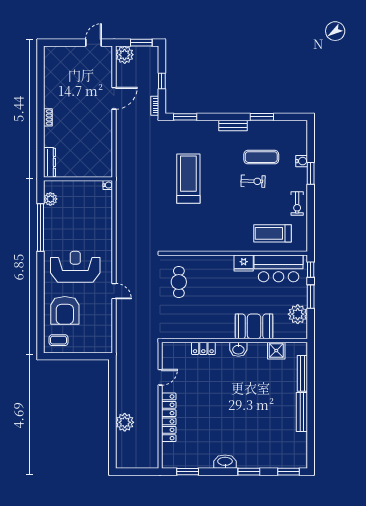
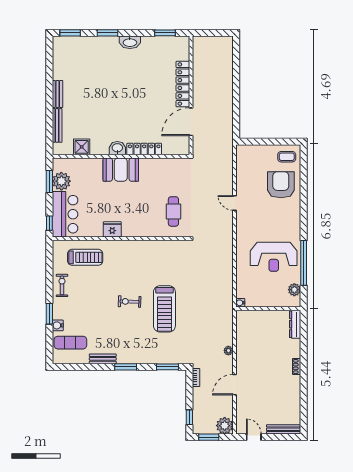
door: (94, 43) -> (254, 437), swing flipped
bench: (62, 51) -> (284, 429), added
window: (162, 81) -> (189, 417), moved
window: (262, 117) -> (126, 367), moved
bench: (233, 126) -> (103, 359), moved
exercise mat: (261, 157) -> (70, 343), moved
exercise bike: (253, 181) -> (130, 302), moved
reception desk: (75, 267) -> (274, 257), moved
bar counter: (279, 268) -> (65, 214), moved, turned 90
window: (311, 297) -> (49, 181), moved
booth: (254, 326) -> (121, 170), moved
locker: (203, 348) -> (144, 149), width x1.53
door: (160, 377) -> (191, 122), width x1.87
bench: (302, 412) -> (57, 94), width x0.73
plant: (125, 422) -> (228, 351), moved, width x0.53, depth x0.53

